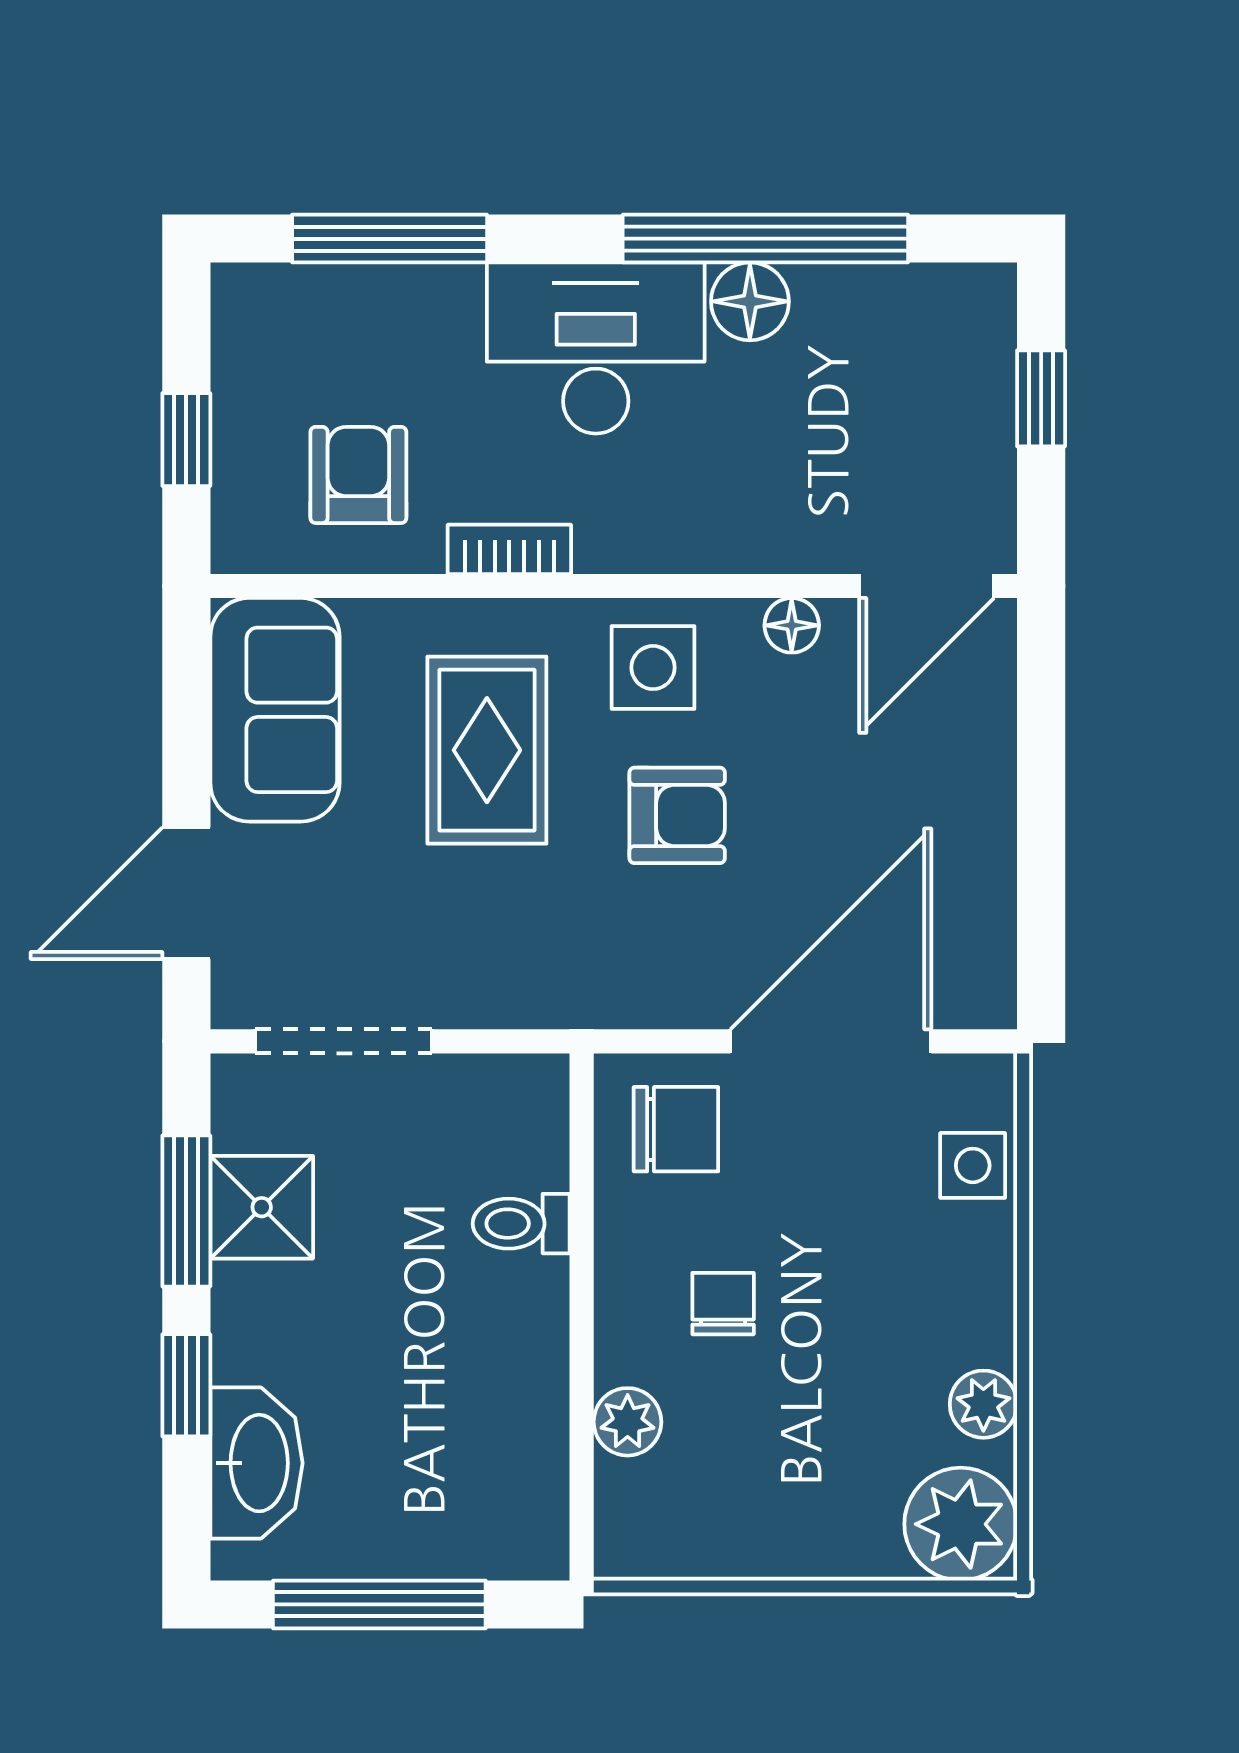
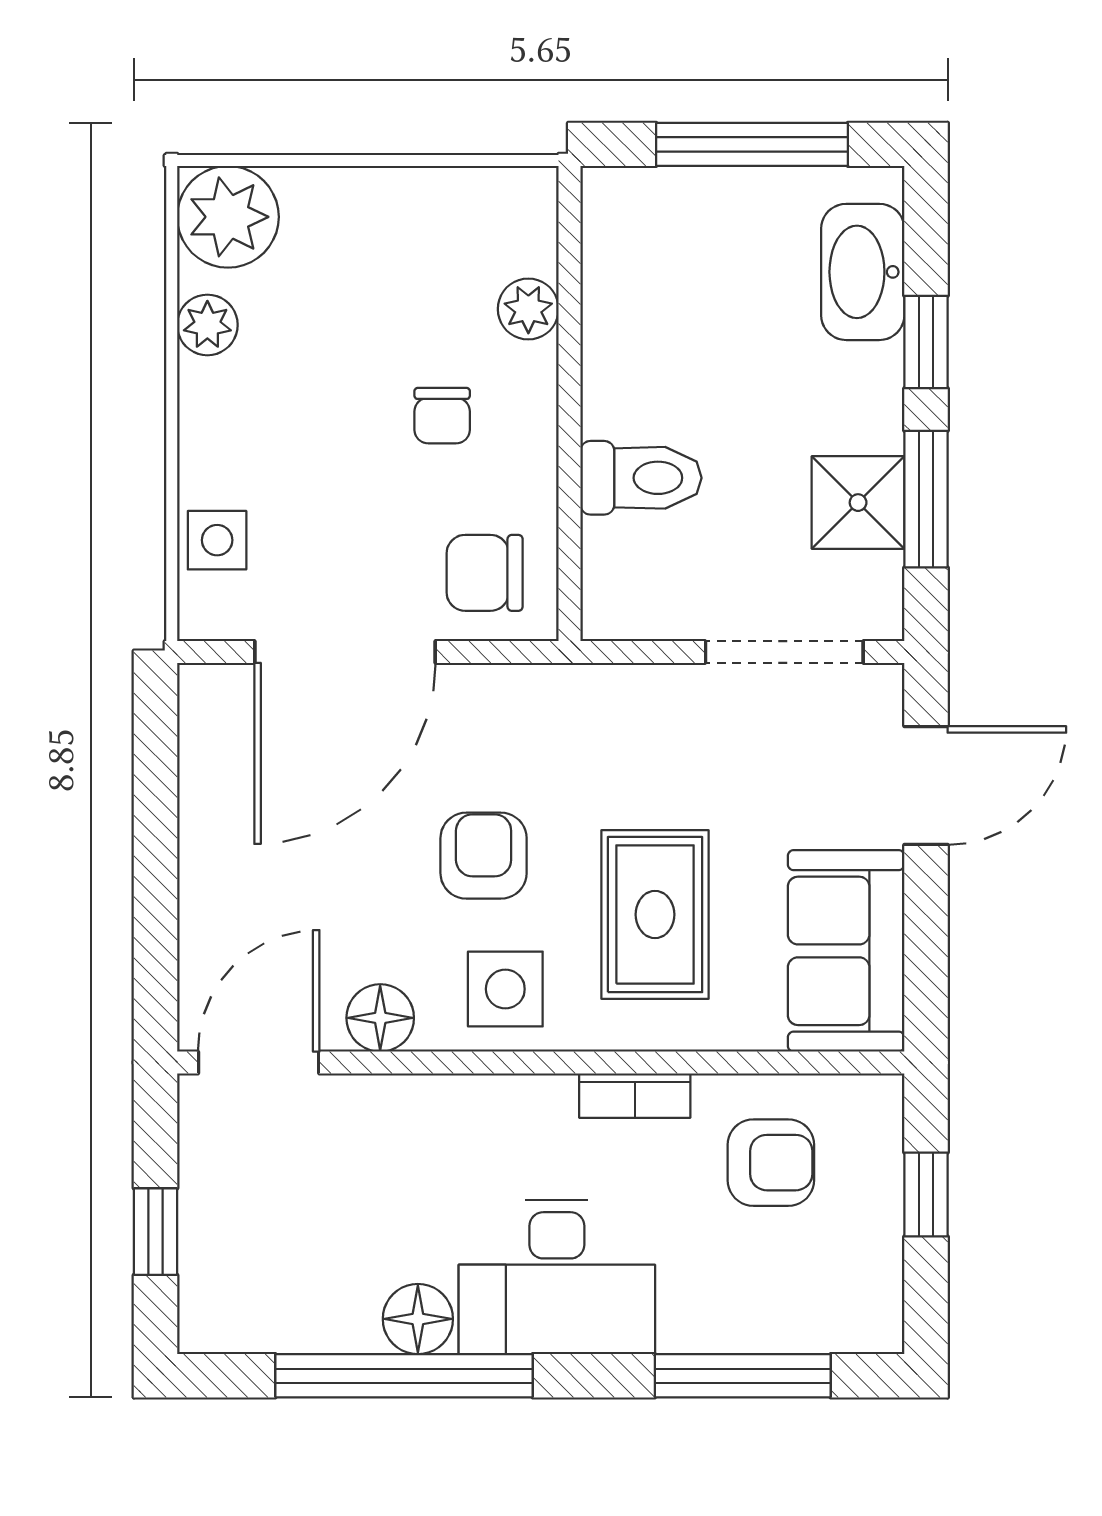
armchair: (358, 475) -> (771, 1163), turned -90
floor lamp: (792, 625) -> (380, 1018), width x1.37, depth x1.37
armchair: (677, 815) -> (484, 856), turned 90
toilet: (521, 1224) -> (641, 478), width x1.37, depth x1.39

